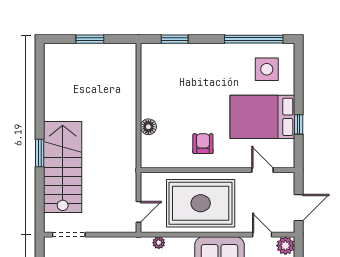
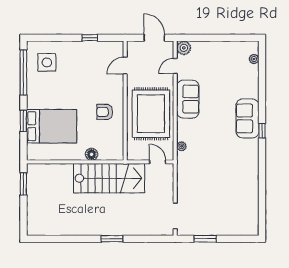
window: (90, 39) -> (23, 184), moved
window: (175, 39) -> (23, 121), moved
bed: (262, 117) -> (52, 126), moved, turned -90
stairs: (63, 167) -> (109, 178), moved, turned 180

